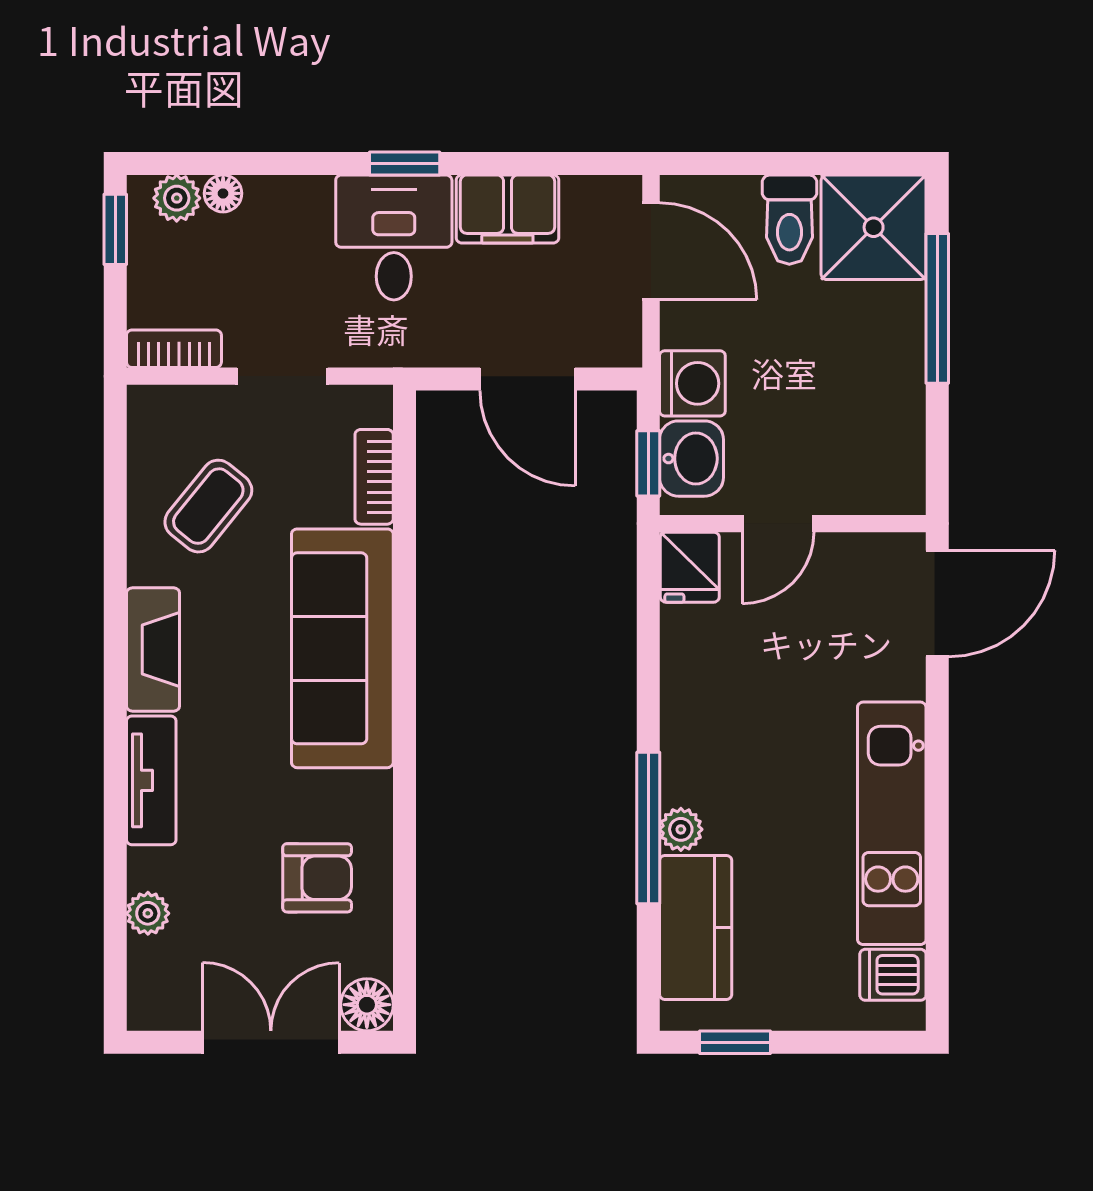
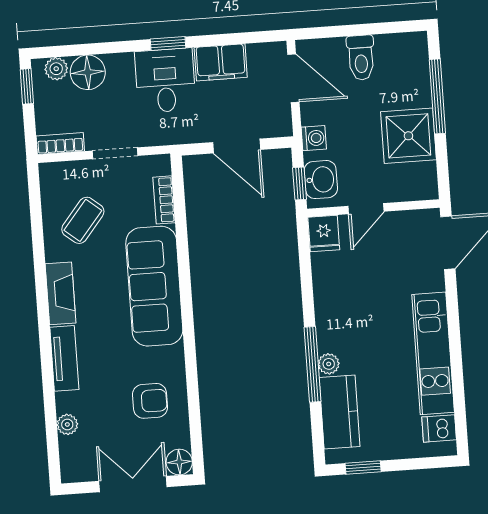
floor lamp: (223, 193) -> (88, 72), width x1.89, depth x1.89
shower: (874, 227) -> (408, 136), moved
washing machine: (692, 383) -> (314, 138), width x0.73, depth x0.73

